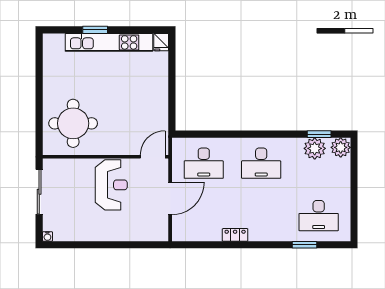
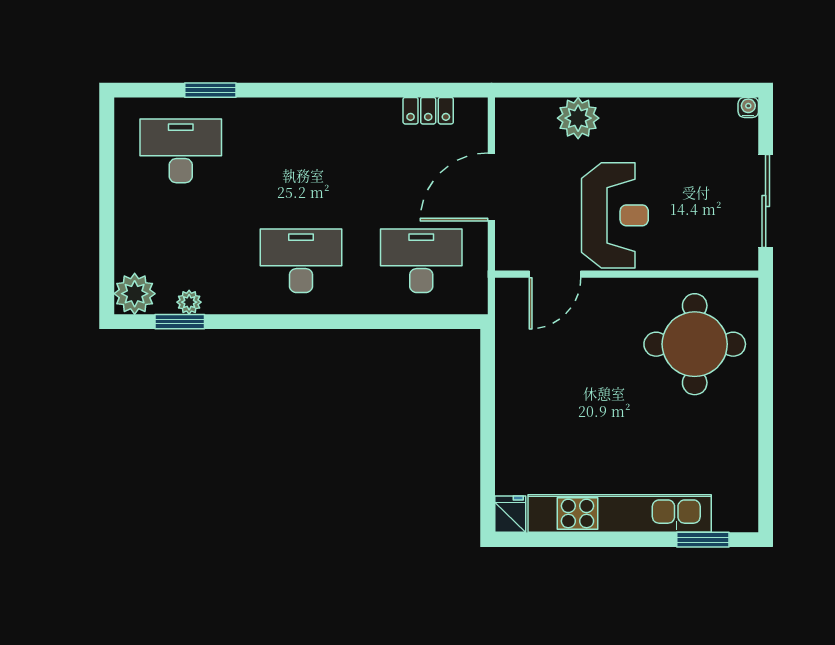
window: (95, 30) -> (703, 540), moved
plant: (315, 148) -> (189, 302), width x0.53, depth x0.53
door: (153, 157) -> (555, 274), moved
reception desk: (111, 185) -> (615, 215), turned 180
plant: (129, 231) -> (578, 118), added
locker: (235, 235) -> (428, 111), moved

